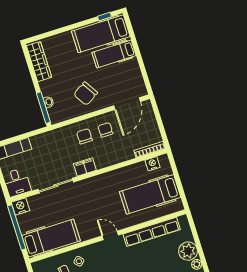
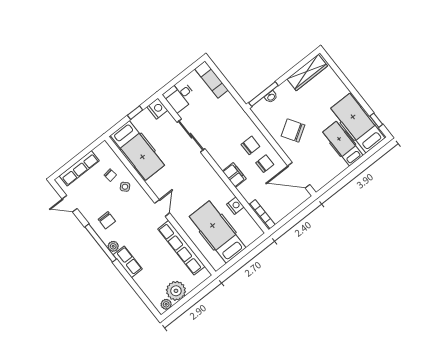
nightstand: (153, 164) -> (235, 206), moved
filing cabinet: (85, 167) -> (234, 175), moved
window: (17, 227) -> (135, 113), width x0.32

